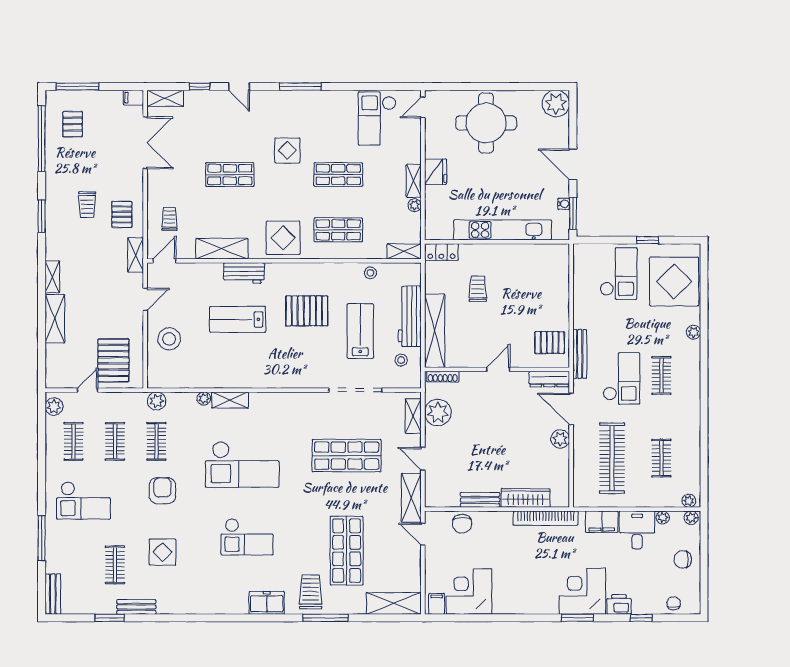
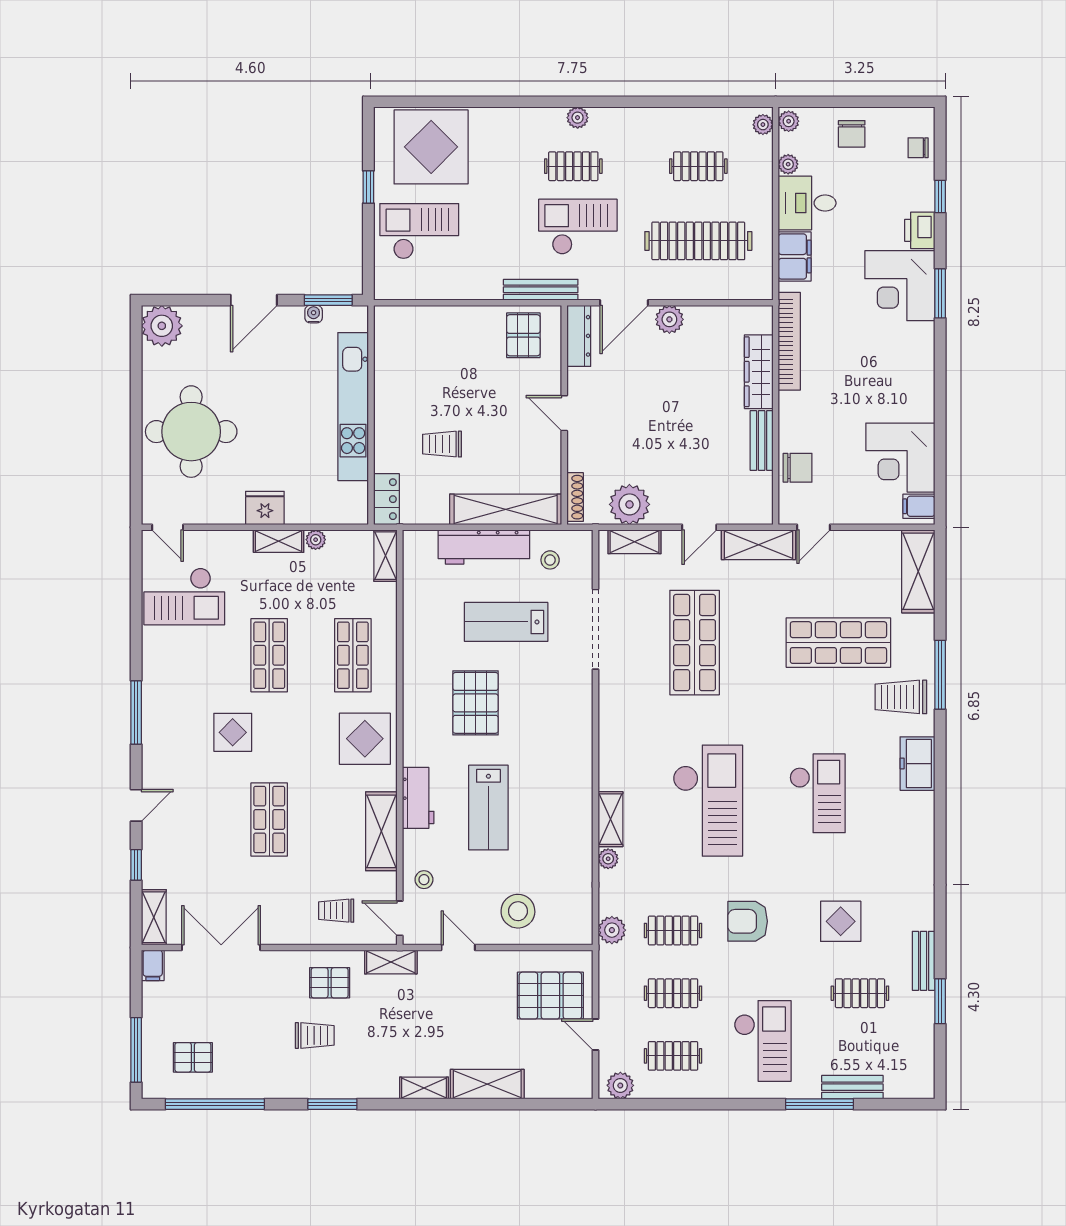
stool: (370, 273) -> (424, 880), moved
plant: (693, 332) -> (578, 118), moved
bench: (53, 594) -> (852, 1087), moved

